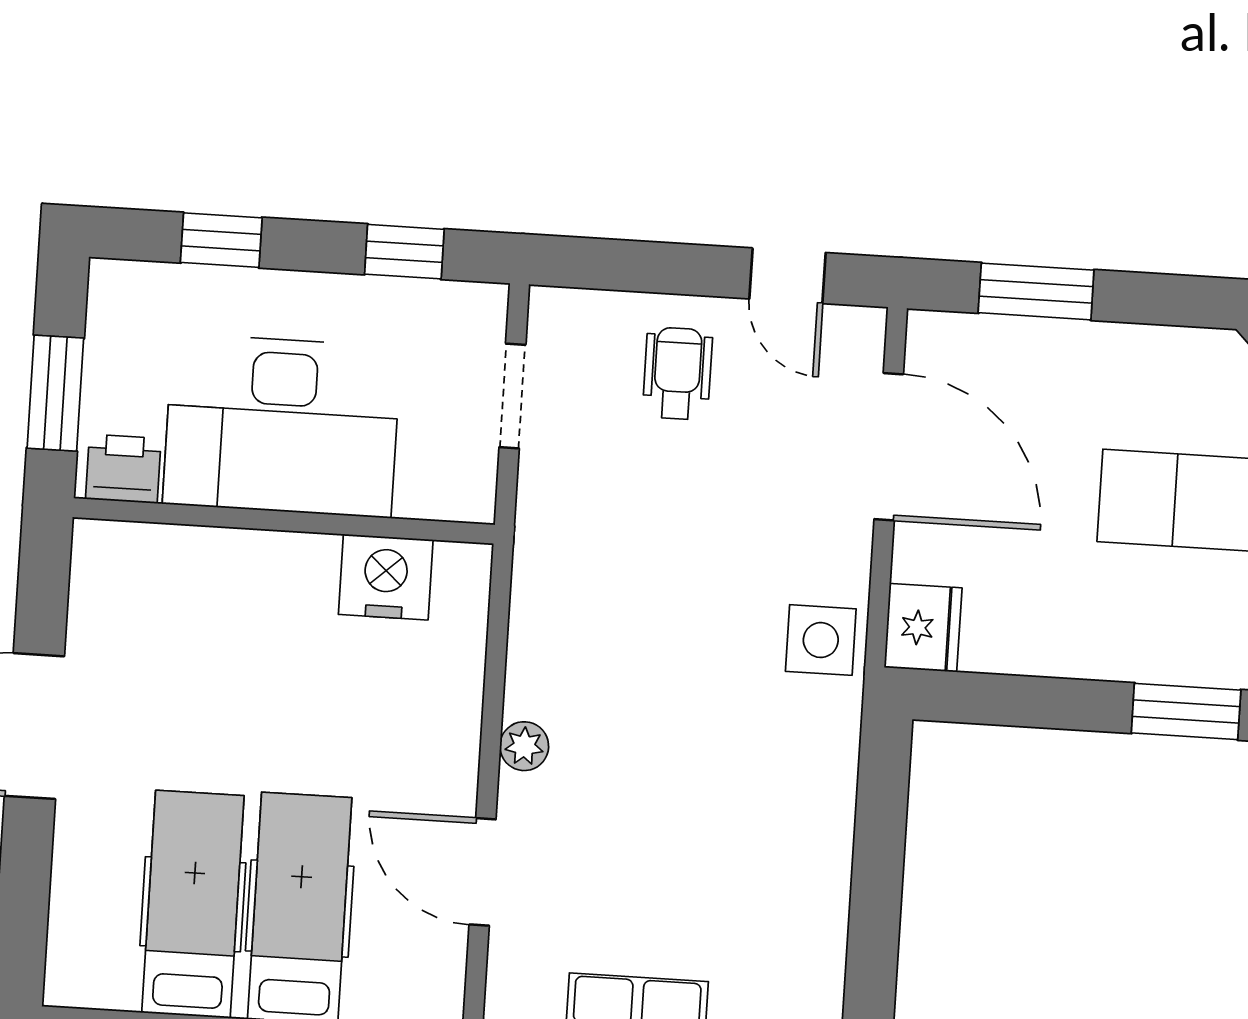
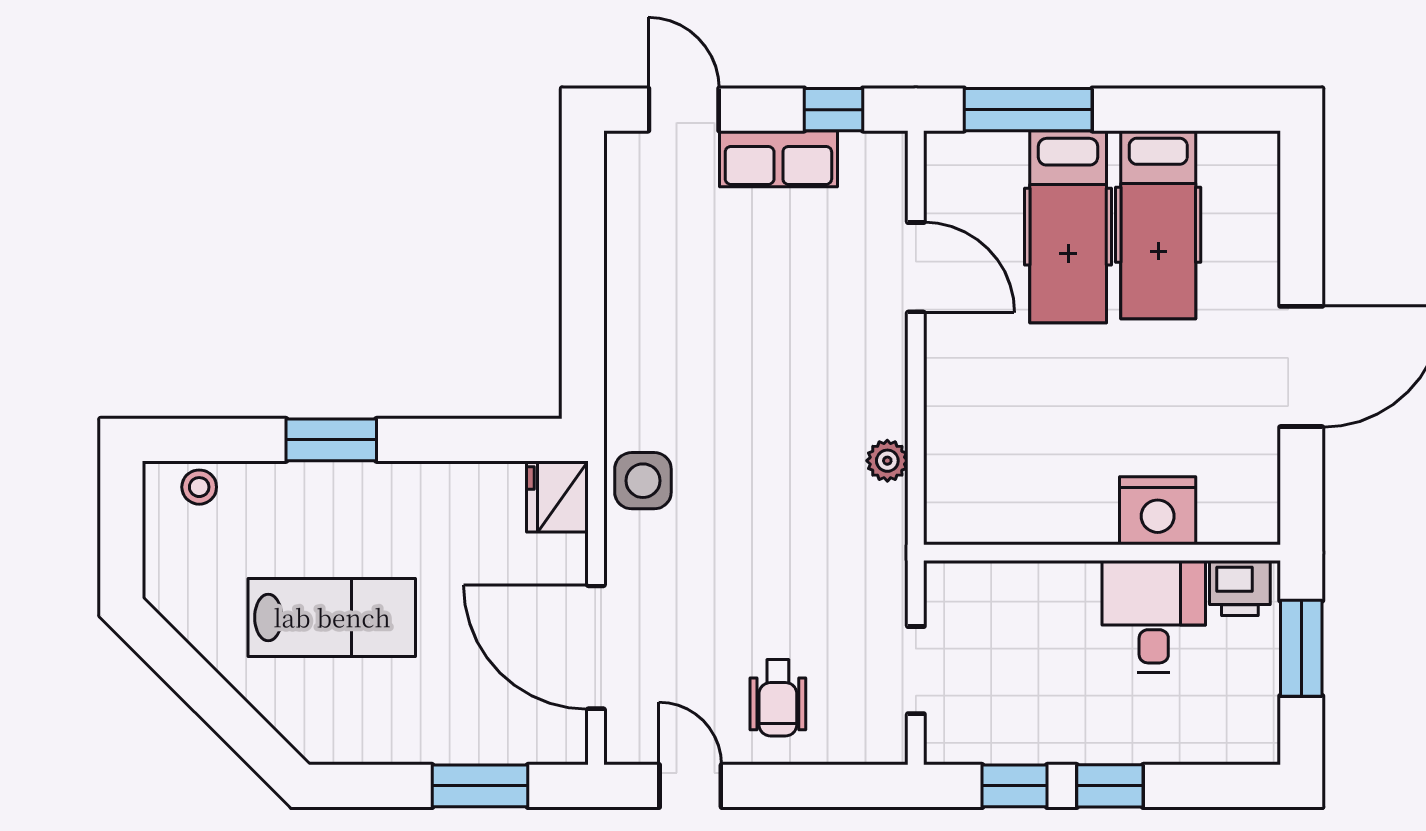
window: (221, 240) -> (1110, 786), moved
desk: (282, 425) -> (1154, 616), width x0.53, depth x0.77
nightstand: (386, 577) -> (1158, 511), moved
plant: (524, 746) -> (887, 461), moved

